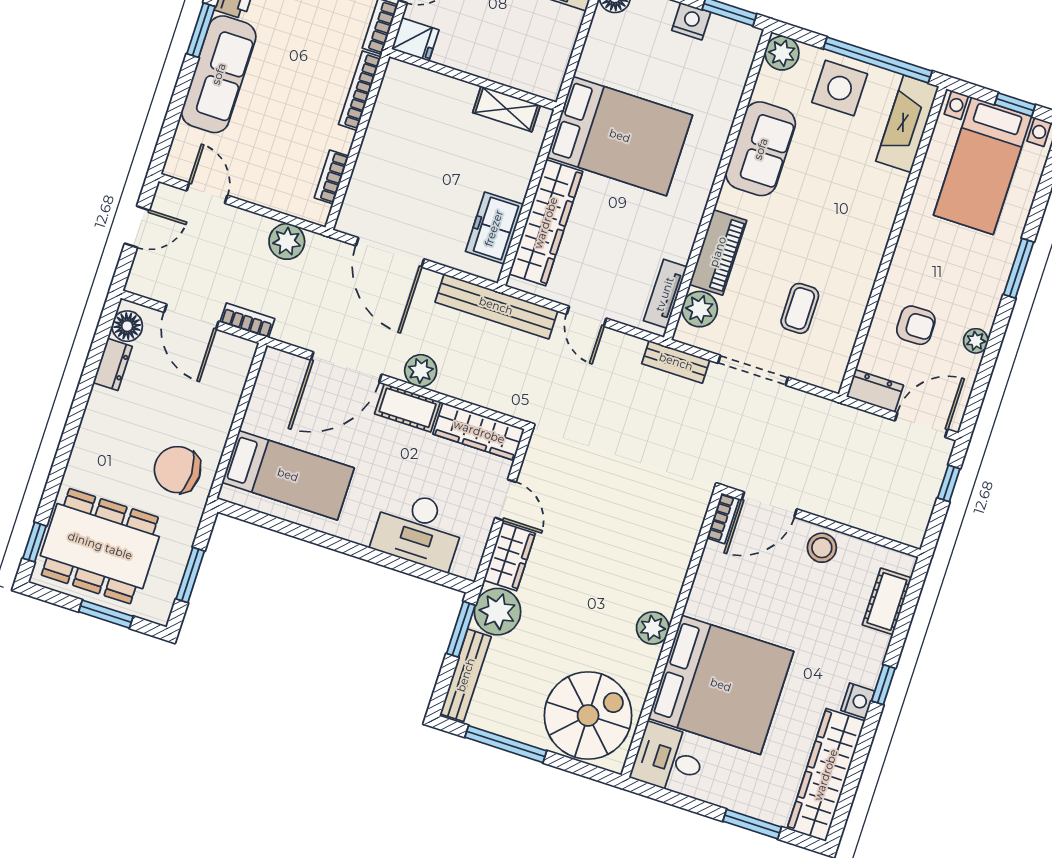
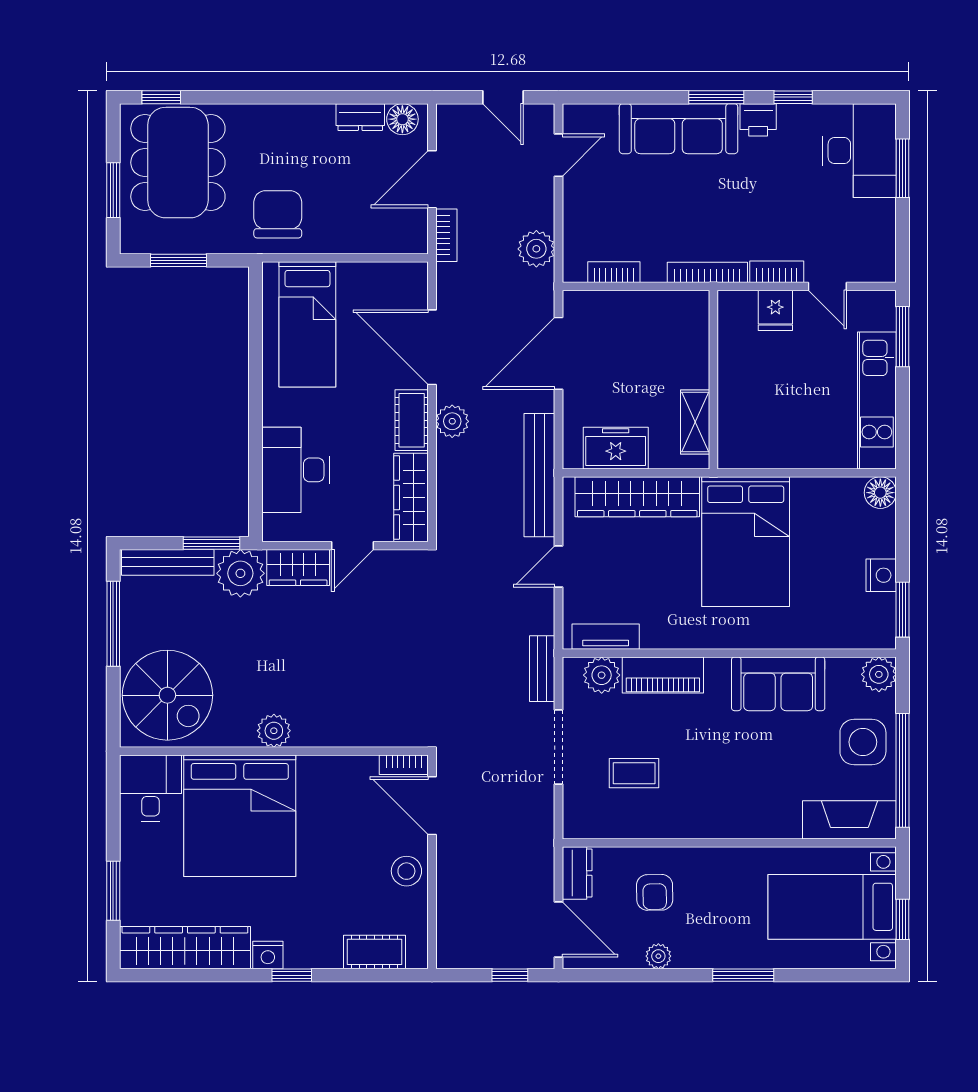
wall: (473, 79) -> (713, 380), moved
shelving: (507, 109) -> (695, 422), moved

